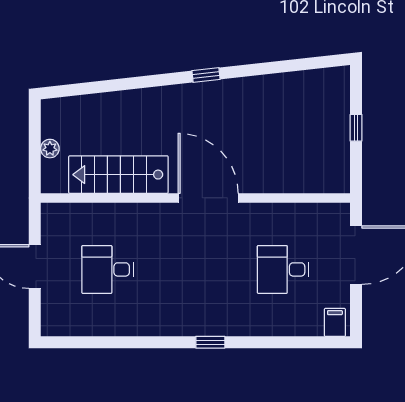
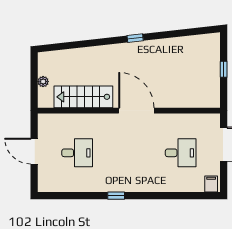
desk: (108, 269) -> (77, 153), turned 180
desk: (283, 269) -> (181, 153), turned 180
window: (210, 342) -> (116, 196), moved

